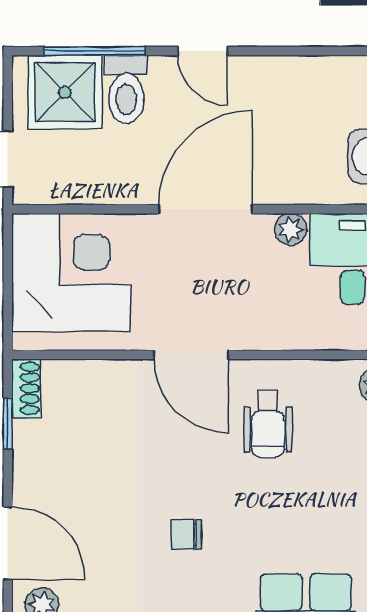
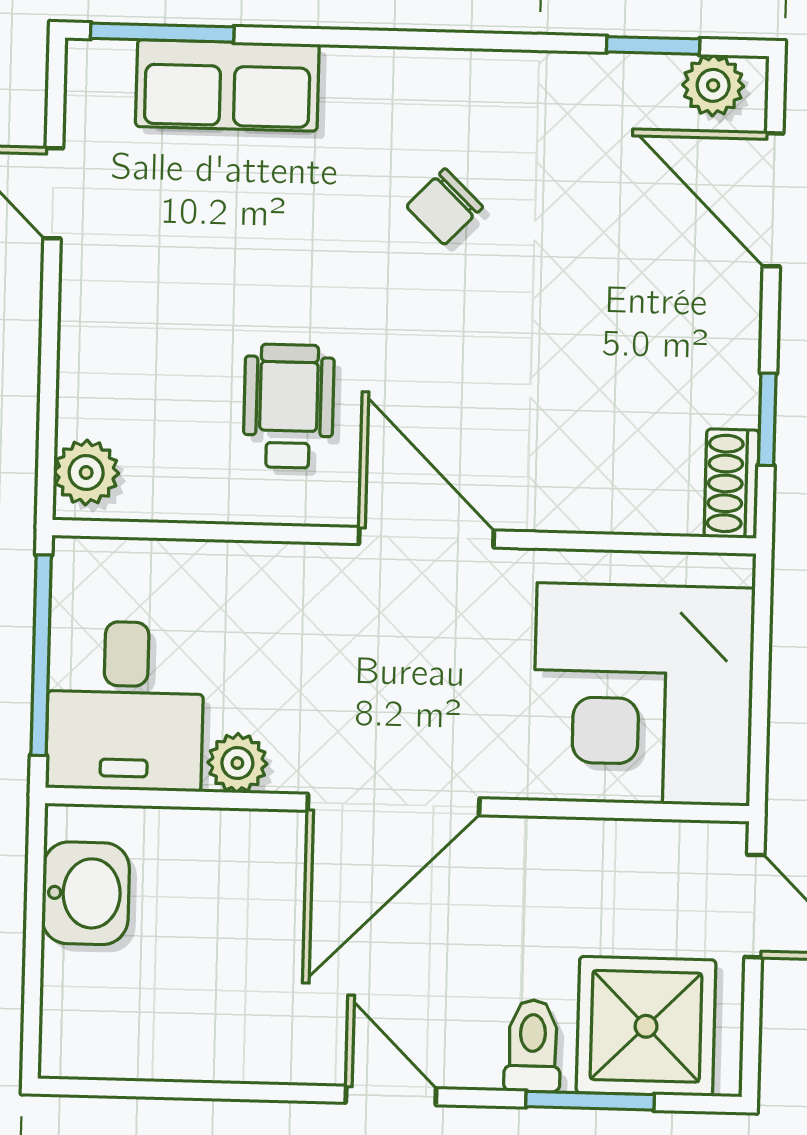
window: (94, 51) -> (590, 1101), width x0.69
toilet: (126, 90) -> (533, 1046), width x0.73, depth x0.72
chair: (186, 535) -> (445, 207), turned 134

